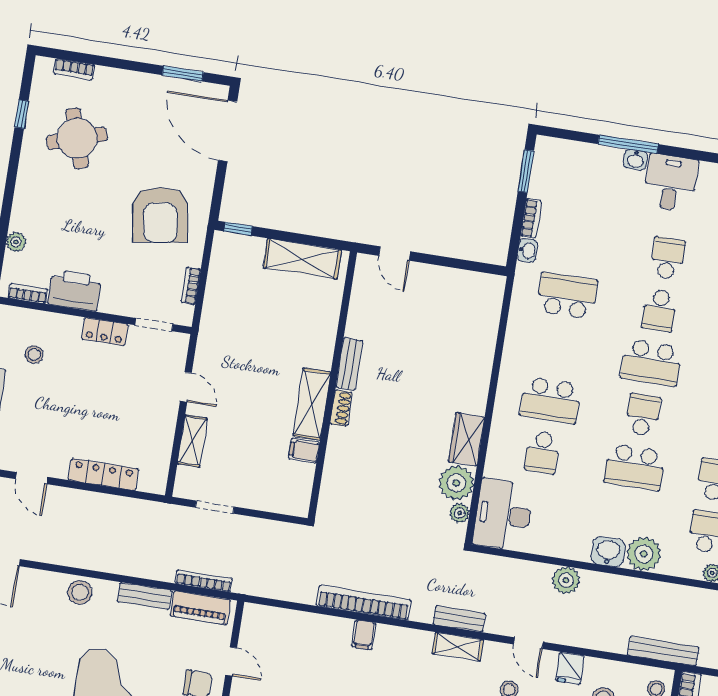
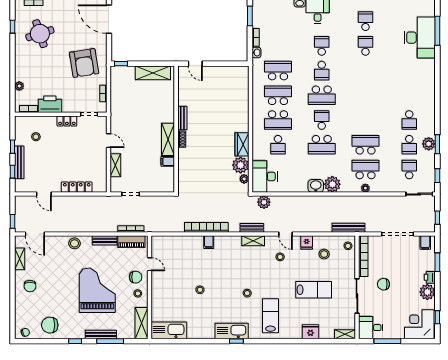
school desk: (559, 348) -> (278, 95), added
plant: (566, 580) -> (264, 202), moved

